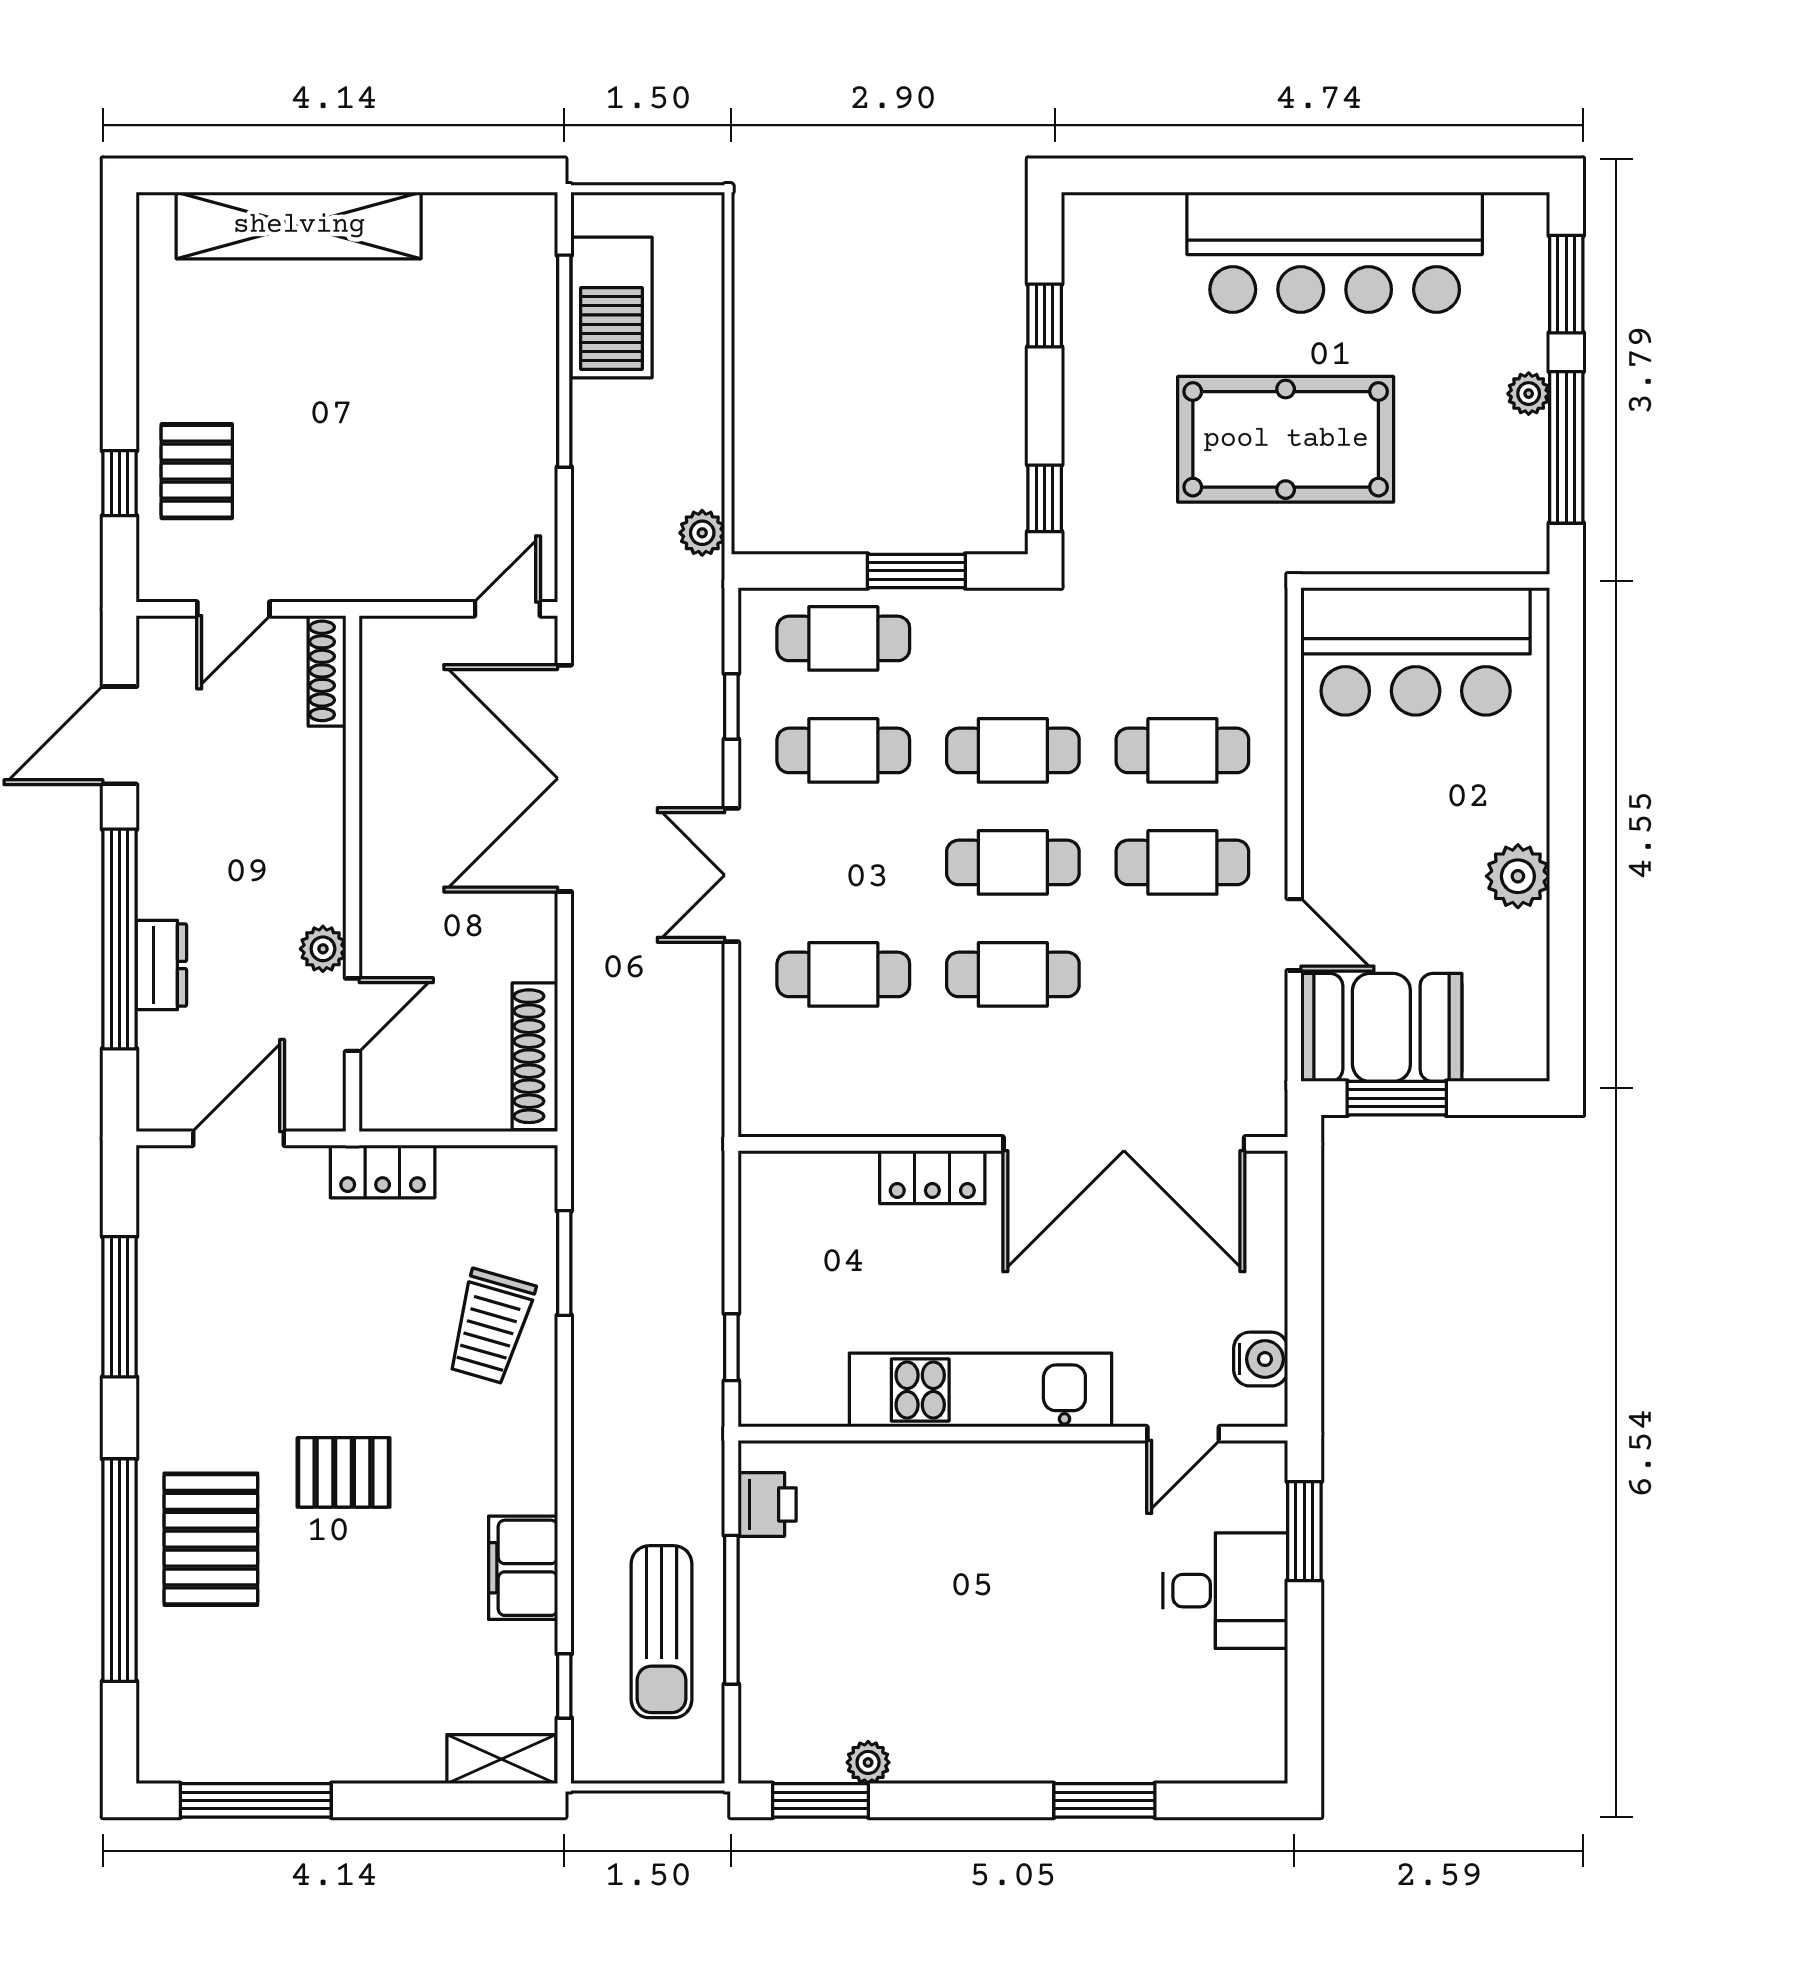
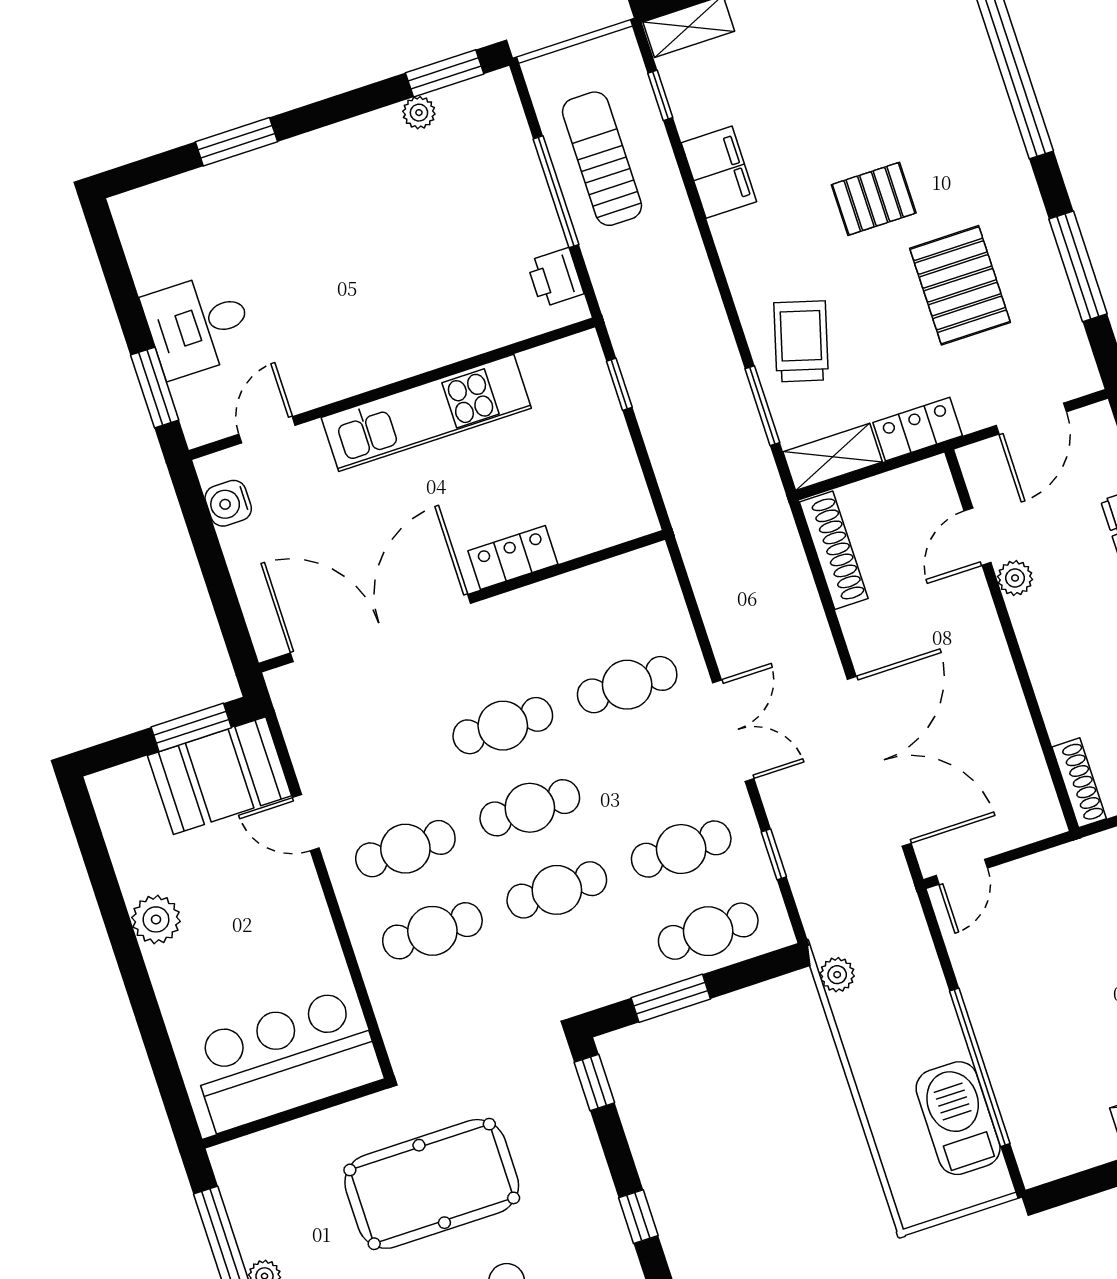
shelving: (498, 1172) -> (833, 457), added
pallet: (211, 1539) -> (960, 285), moved

